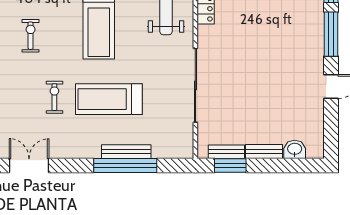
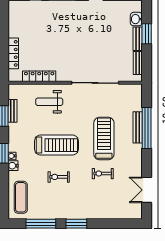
exercise bike: (31, 36) -> (59, 177), moved
treadmill: (109, 99) -> (104, 139), turned 180
window: (230, 165) -> (147, 34), moved

